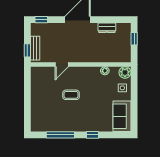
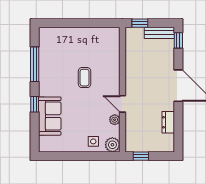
window: (134, 39) -> (141, 156), moved
bench: (35, 48) -> (159, 33), moved
door: (62, 64) -> (122, 104), moved
sofa: (122, 116) -> (50, 116), moved, turned 90

